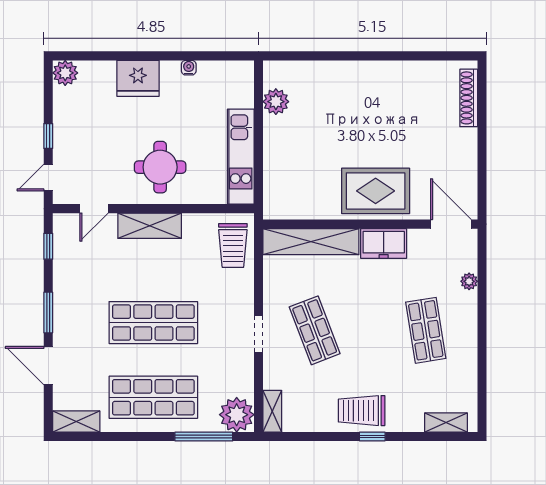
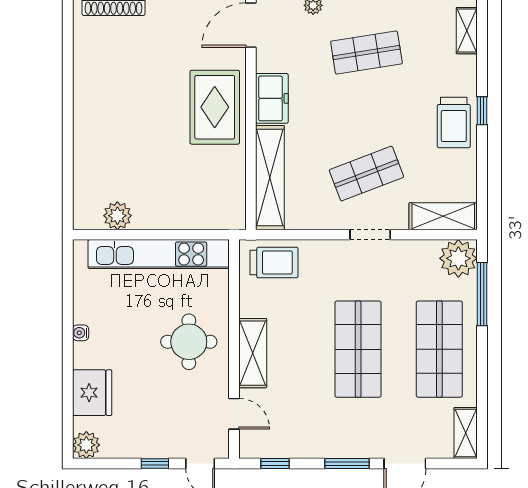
water cooler: (189, 68) -> (81, 333), moved
fridge: (138, 78) -> (92, 393), moved
kitchen unit: (241, 157) -> (159, 254), width x1.36
shelving: (272, 411) -> (443, 216), width x1.50, depth x1.33

